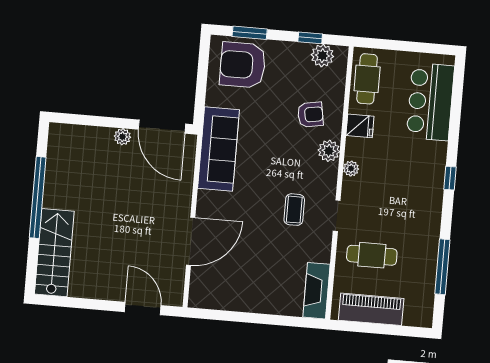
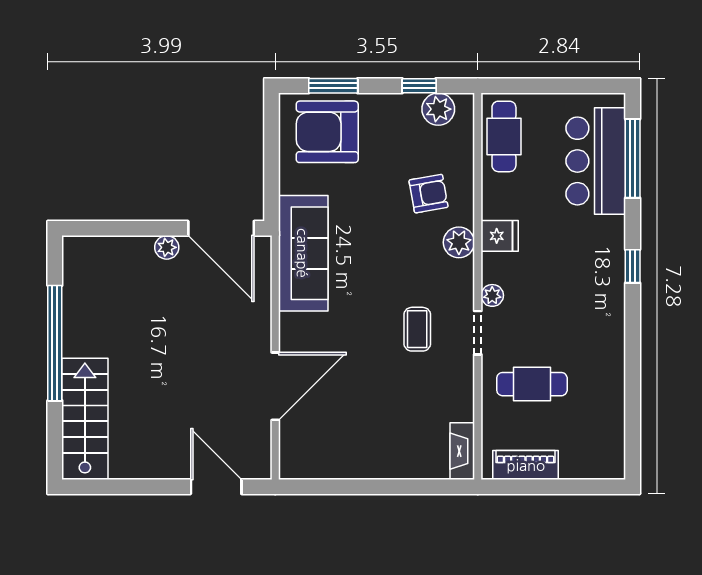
fridge: (360, 126) -> (500, 236), moved
plant: (351, 169) -> (492, 295), moved
window: (442, 267) -> (633, 158), moved
fireplace: (316, 291) -> (462, 451), width x0.73, depth x0.76
piano: (371, 309) -> (526, 465), width x0.73, depth x0.75

